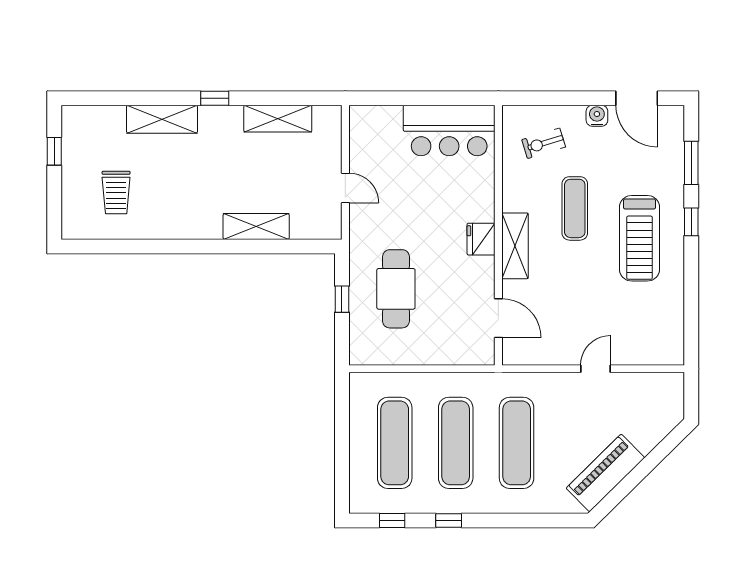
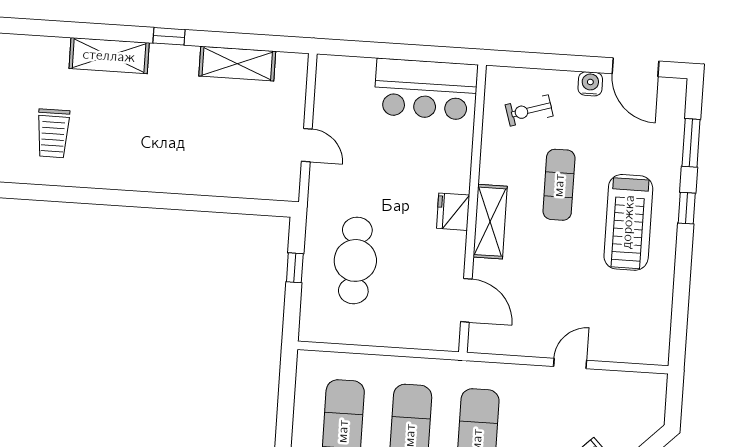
shelving: (256, 227) -> (205, 181), removed

